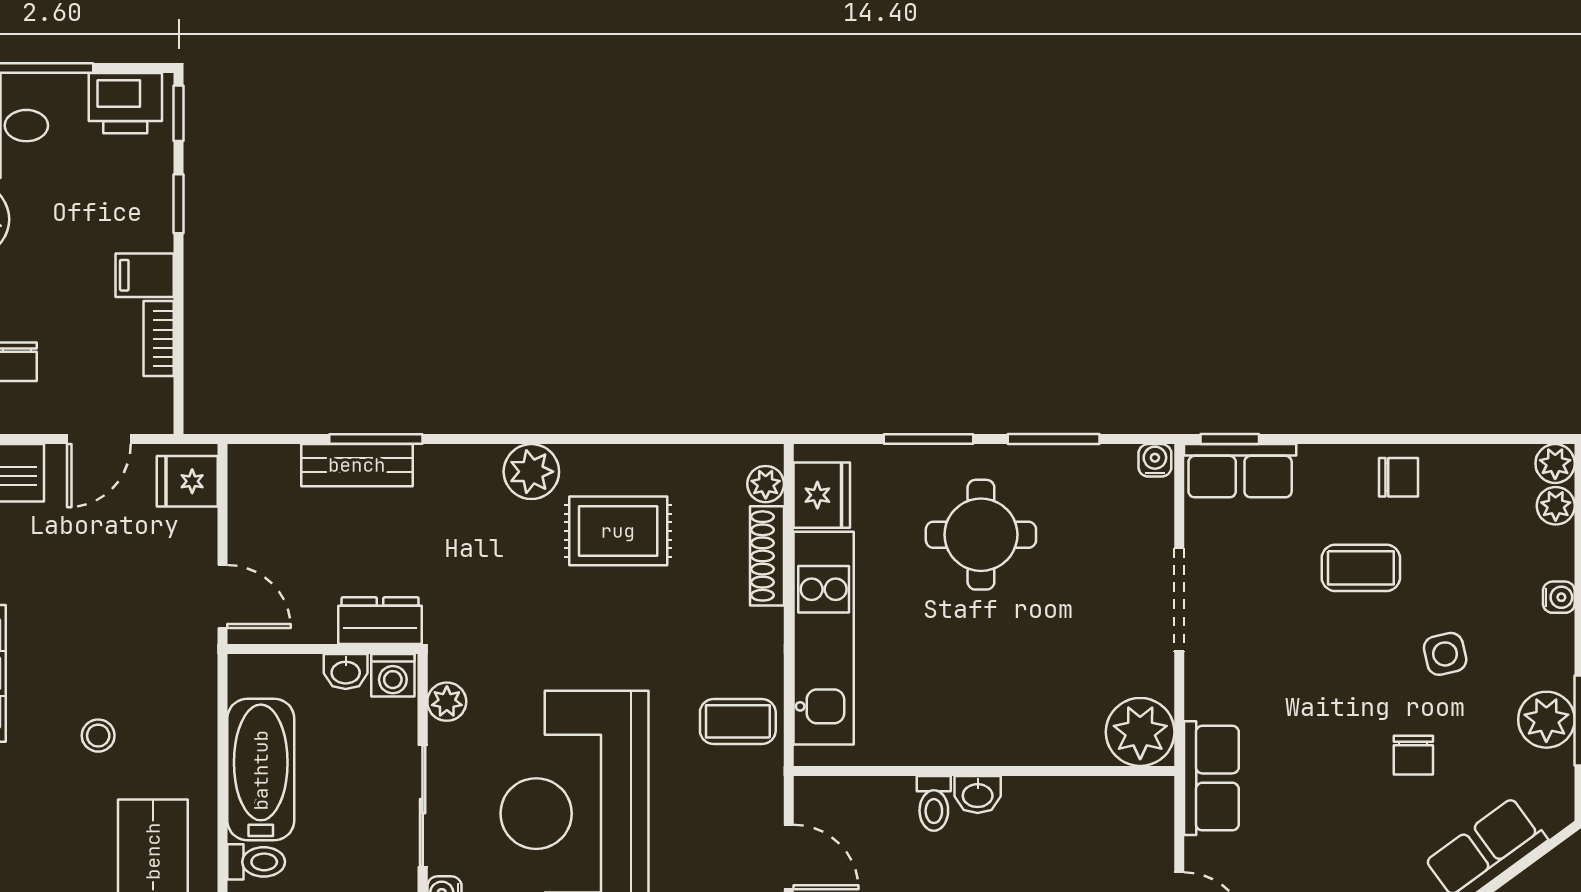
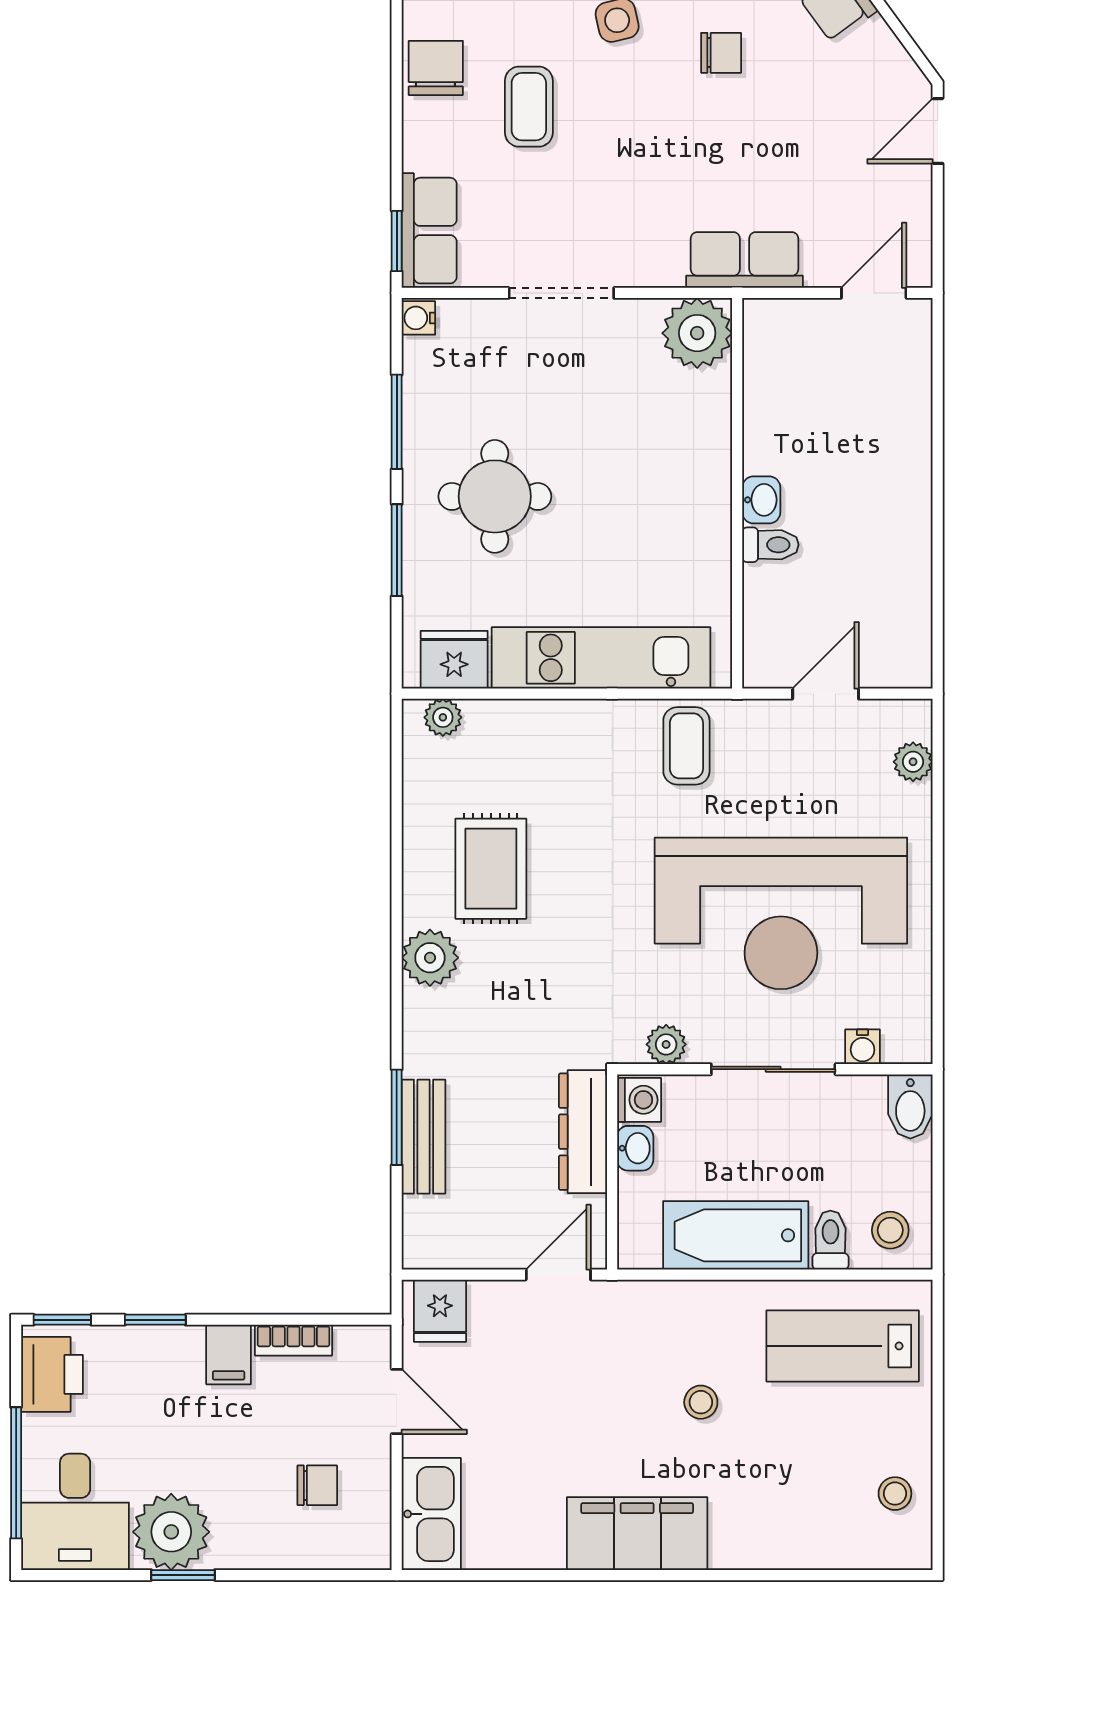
chair: (1399, 477) -> (436, 68), width x1.37, depth x1.37
shoe rack: (767, 556) -> (517, 716), removed
dresser: (380, 621) -> (583, 1132), width x1.44

